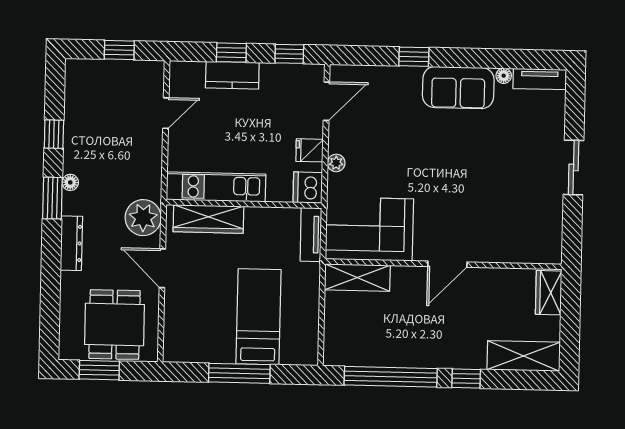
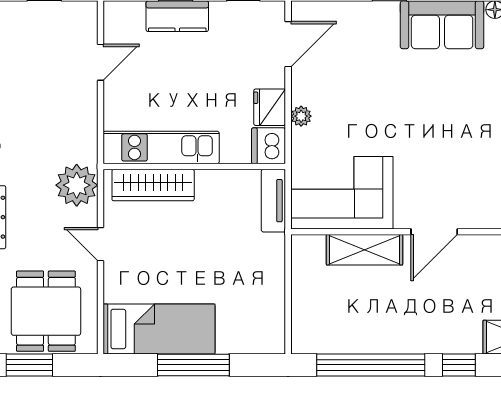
fridge: (310, 150) -> (270, 107), width x1.38
door: (162, 268) -> (101, 244), width x0.73
shelving: (357, 278) -> (364, 250), moved
bed: (258, 317) -> (159, 329), moved, turned 90

